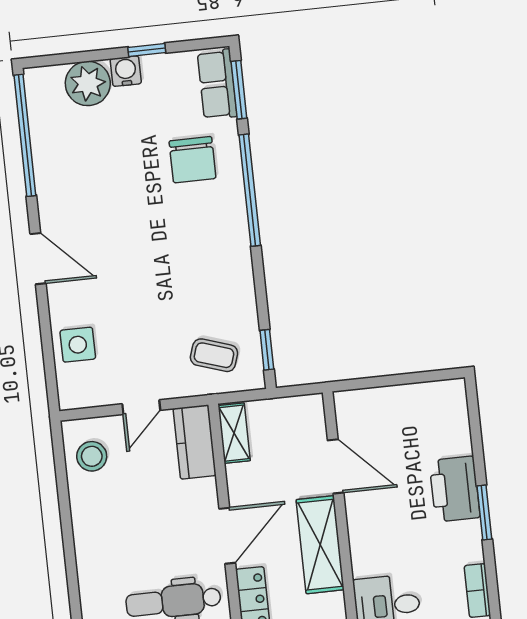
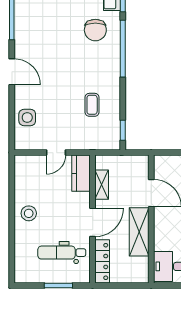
coffee table: (214, 355) -> (92, 105), moved, turned 72
shelving: (234, 433) -> (102, 185), moved
stool: (92, 456) -> (29, 213), moved

